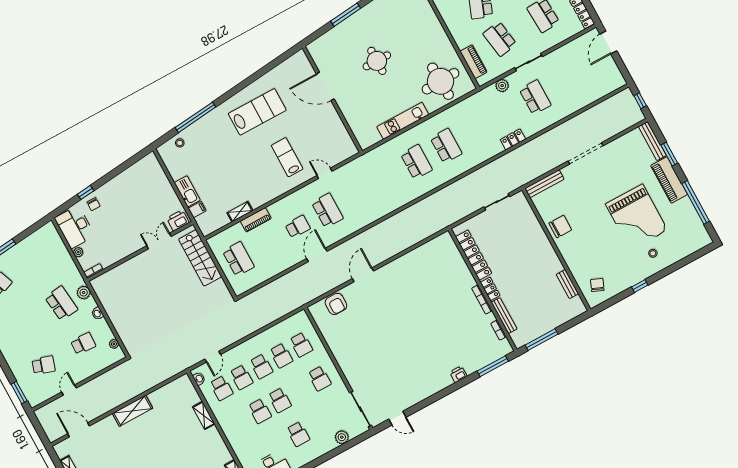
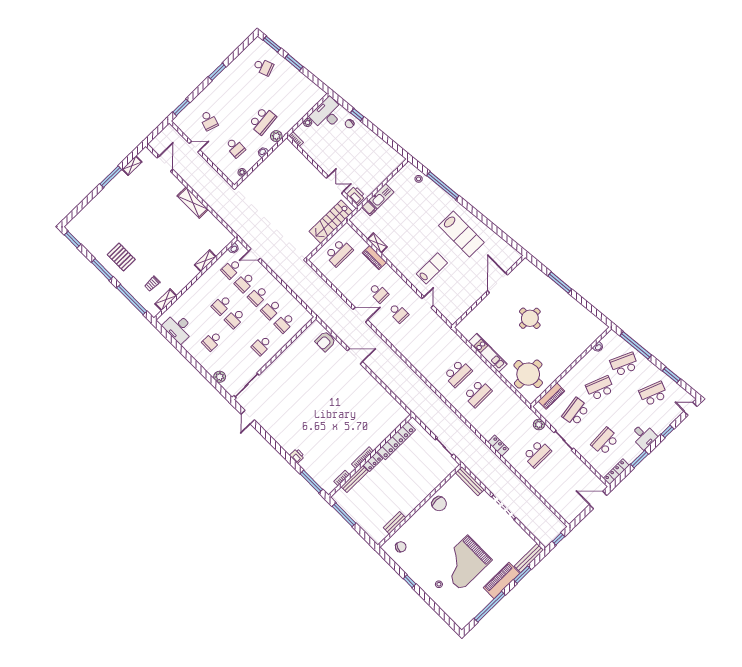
school desk: (327, 210) -> (398, 313), width x0.54

